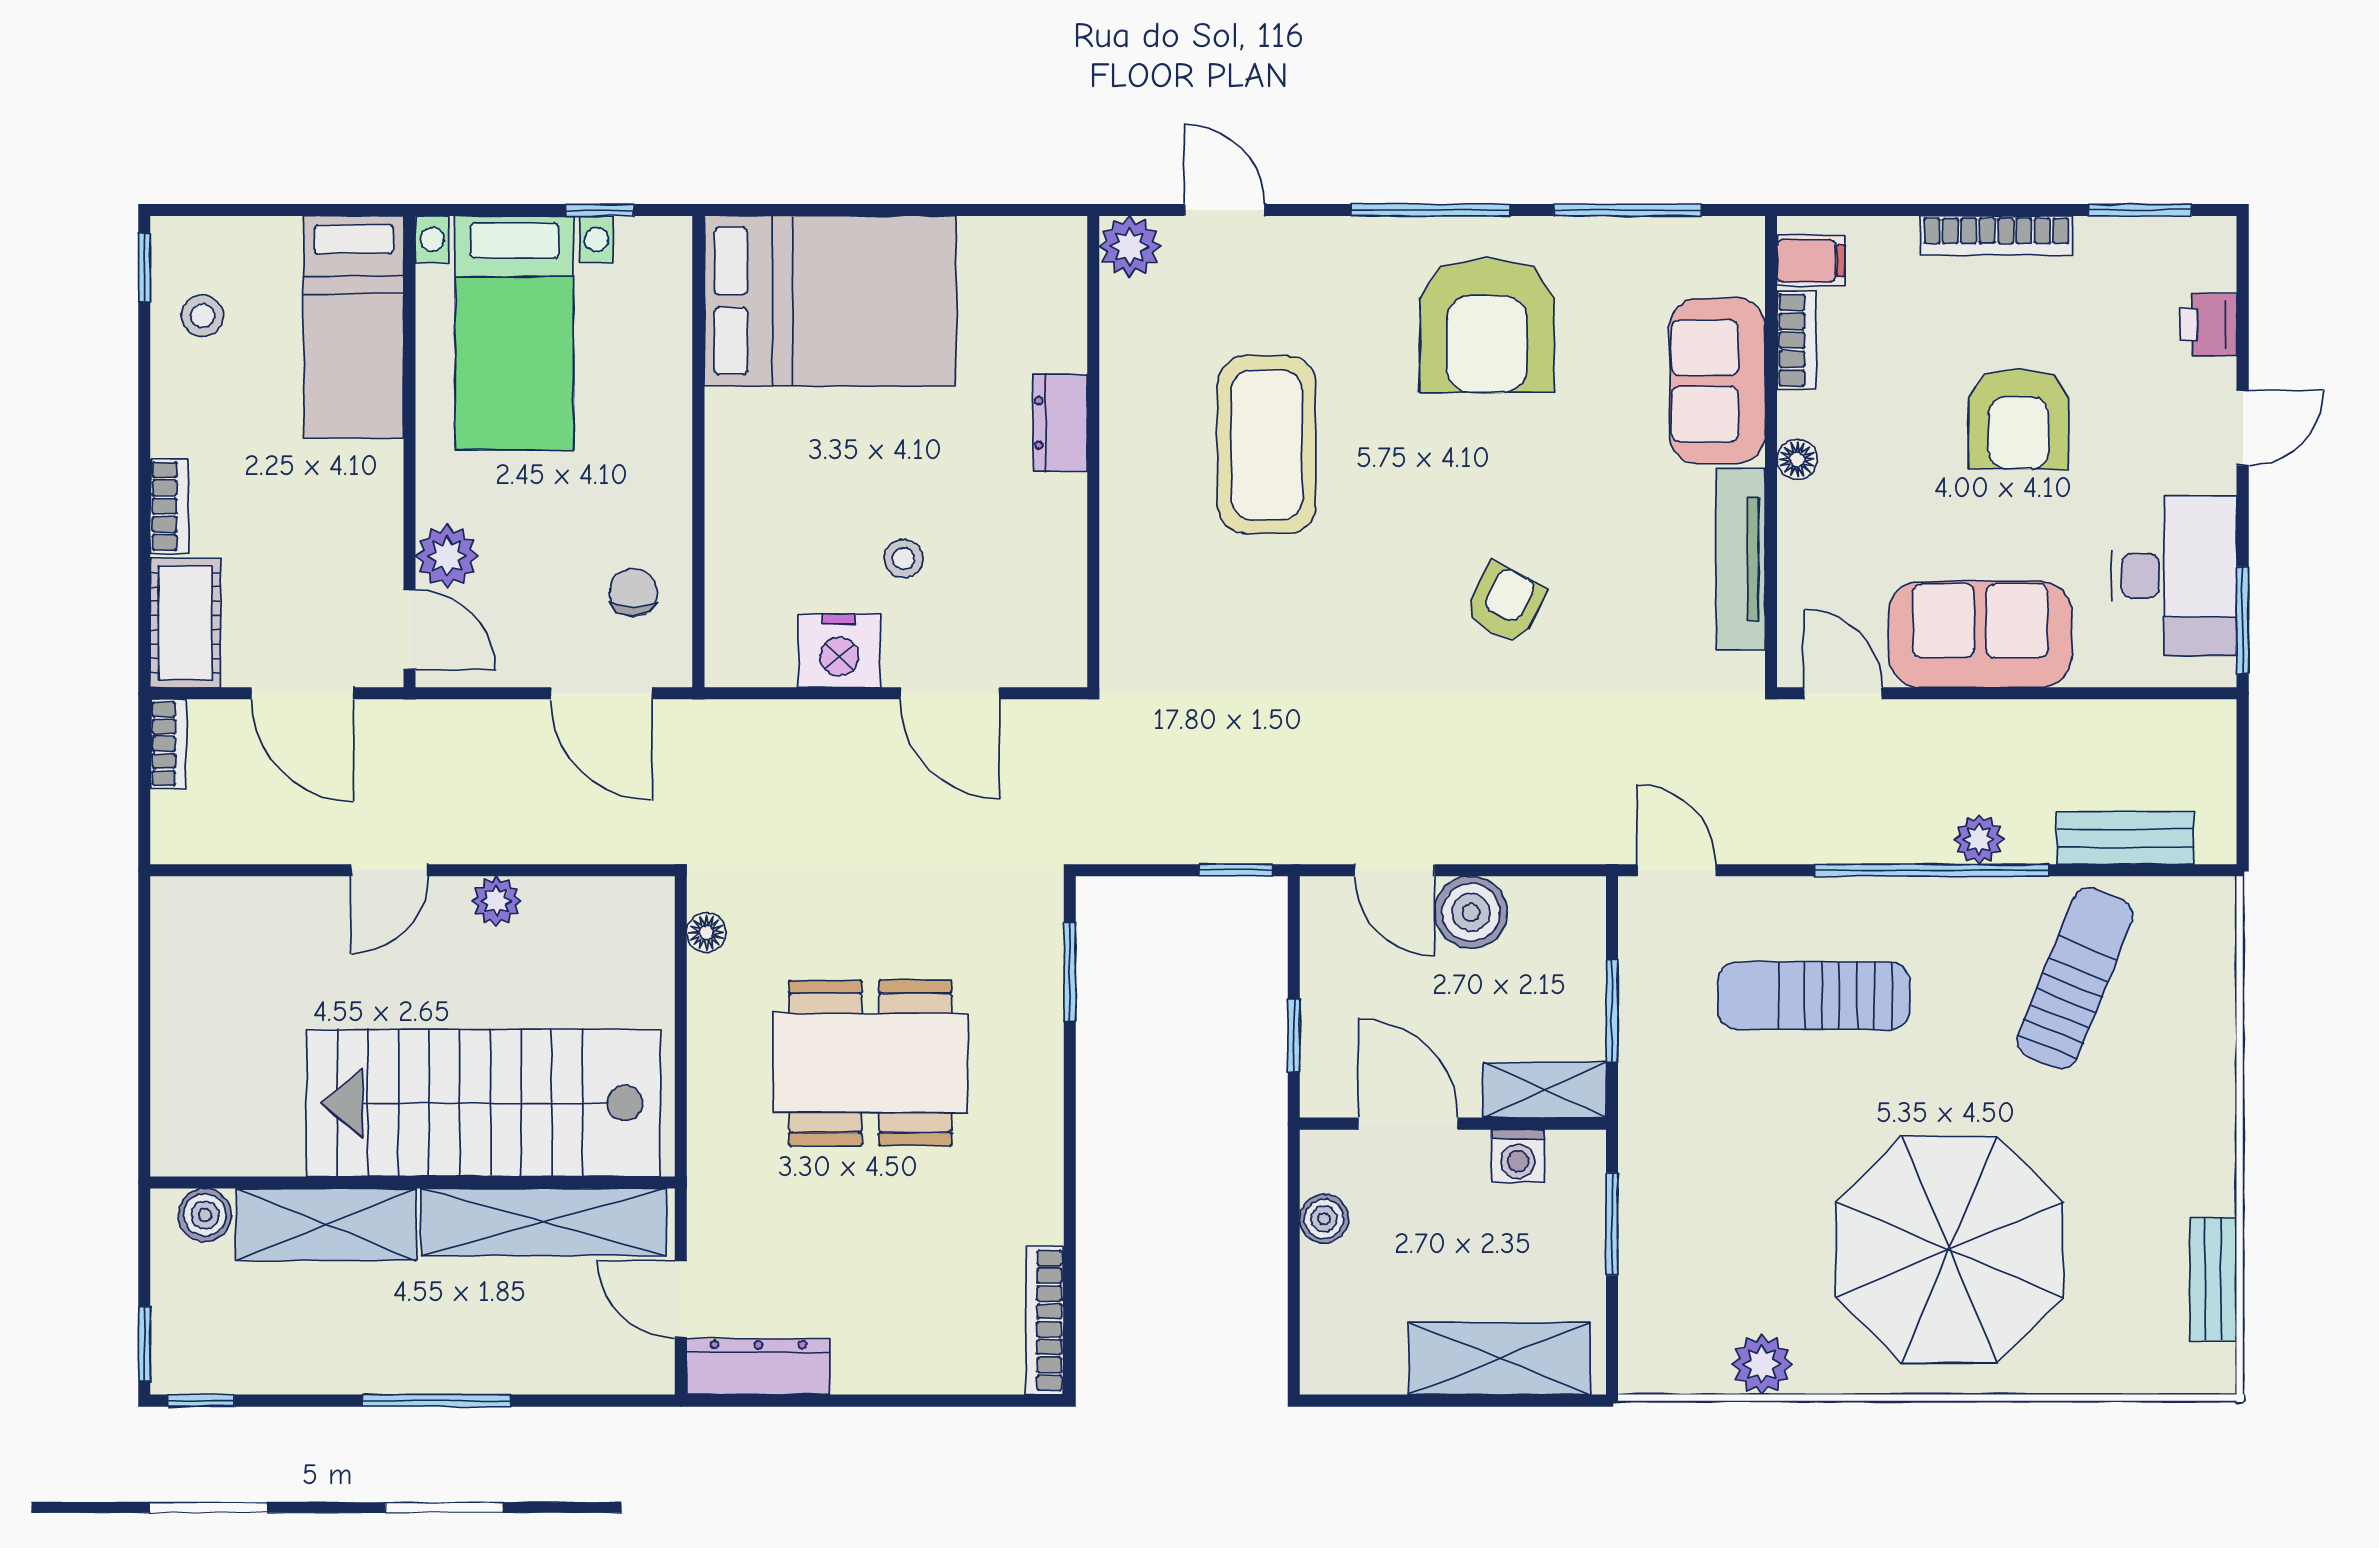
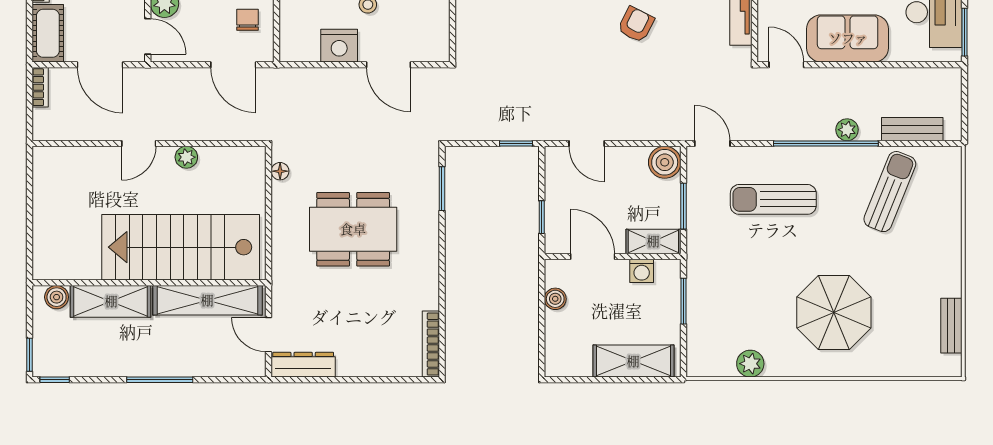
boiler: (1471, 912) -> (665, 162), moved
parasol: (1949, 1250) -> (834, 313), width x0.73, depth x0.73

